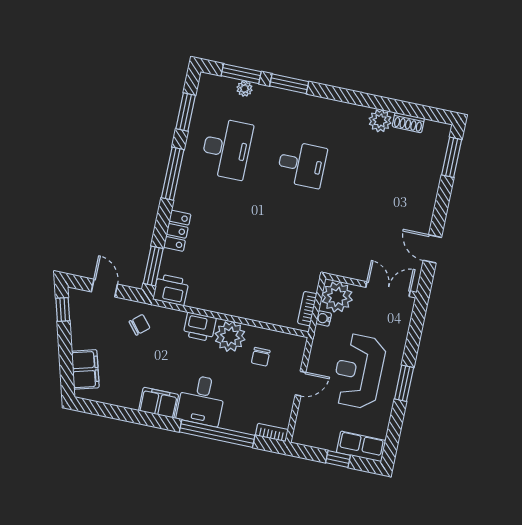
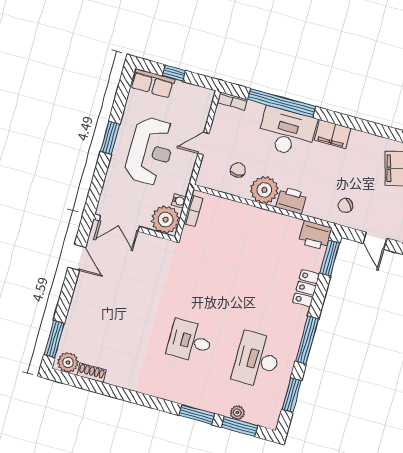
plant: (380, 121) -> (68, 362), moved
desk: (201, 400) -> (287, 132), width x1.37

